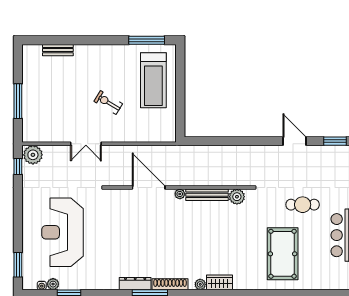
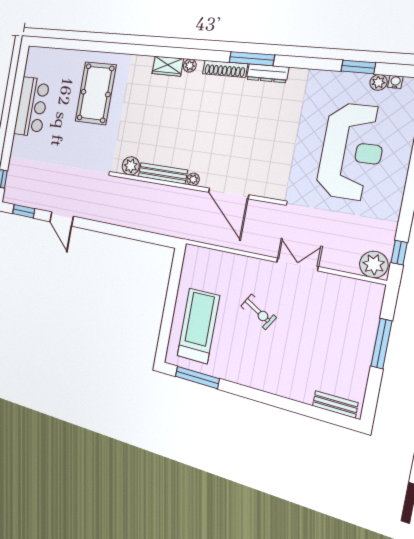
bench: (58, 50) -> (335, 404), moved
cafe table: (303, 205) -> (66, 146), removed

